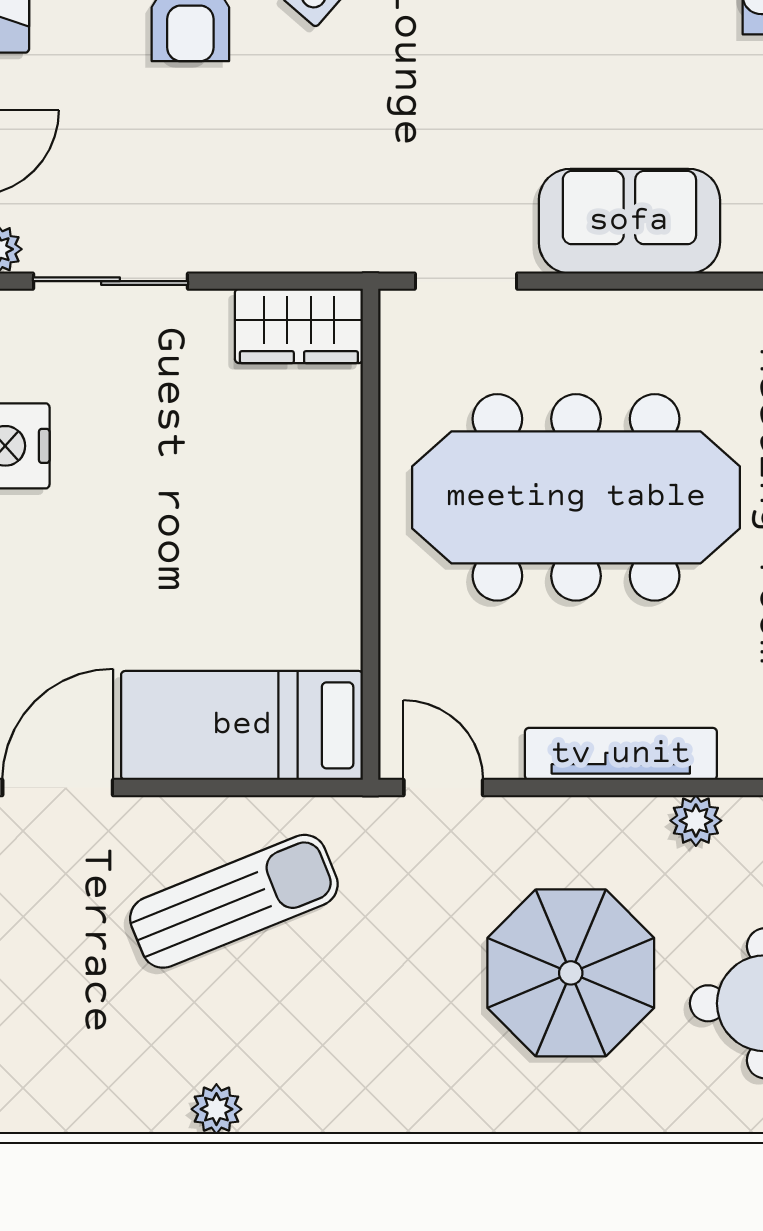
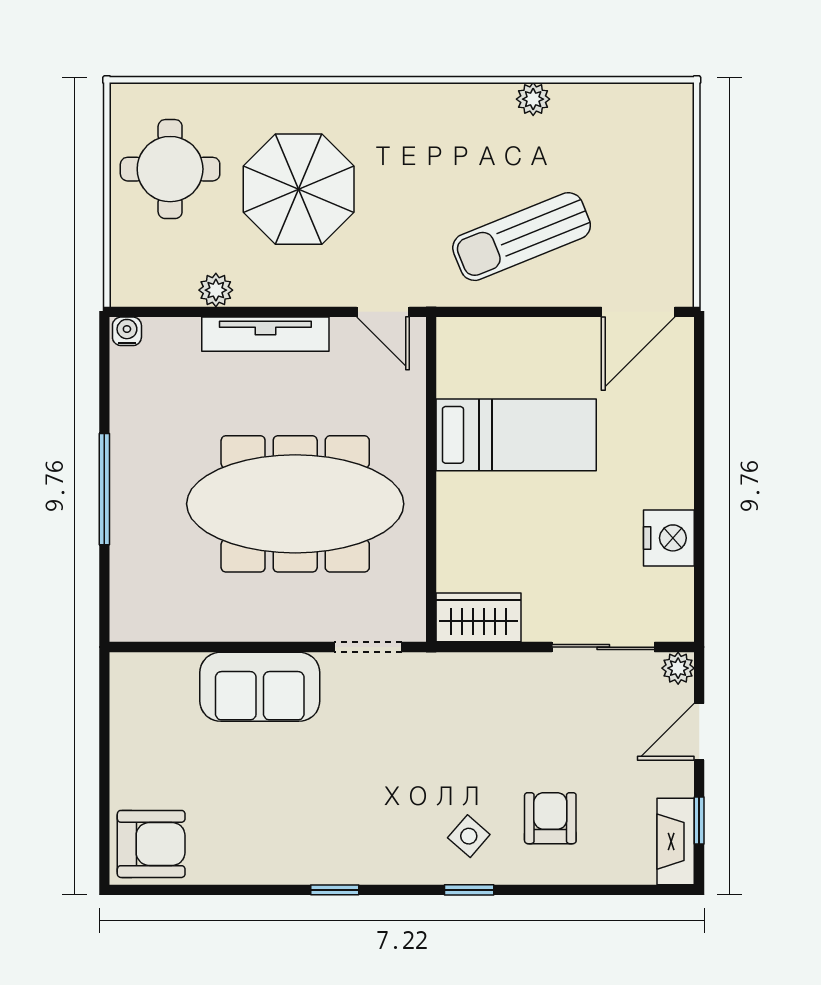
bed: (242, 725) -> (516, 435), moved

